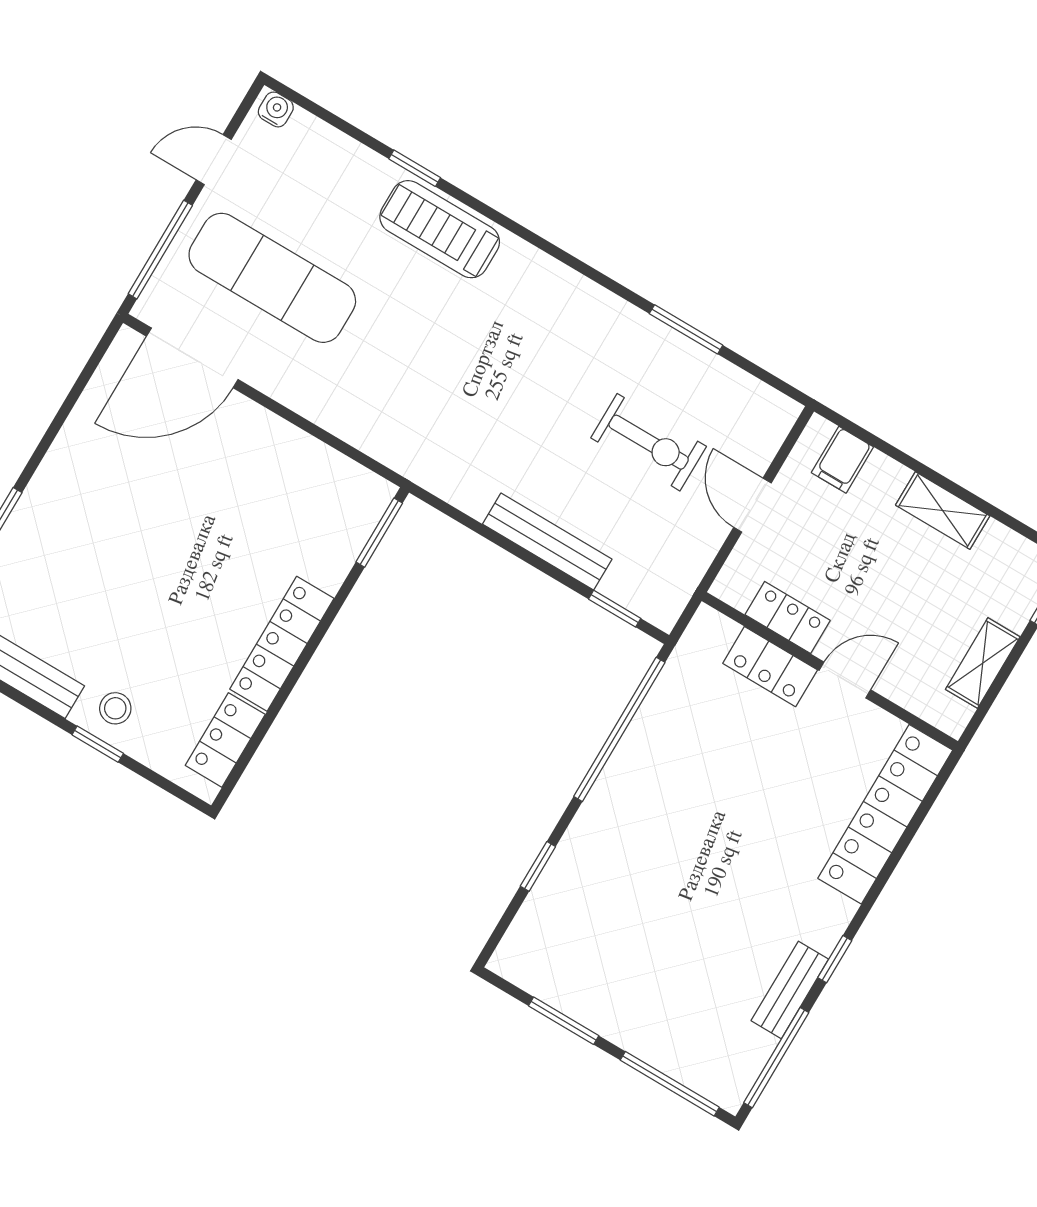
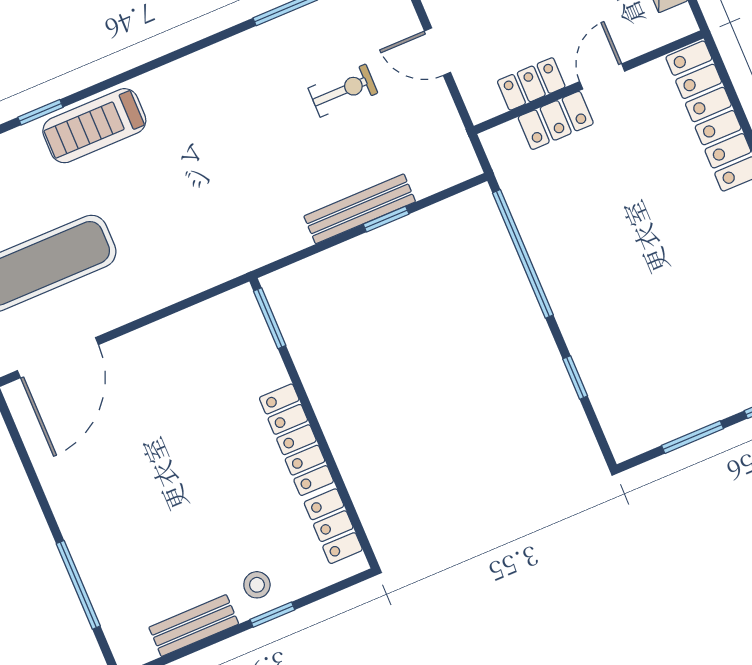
exercise bike: (649, 442) -> (343, 91), width x0.73, depth x0.72
window: (615, 609) -> (386, 219), moved

